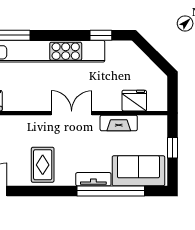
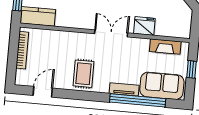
fridge: (134, 101) -> (144, 26), moved
fireplace: (119, 123) -> (165, 47), moved

